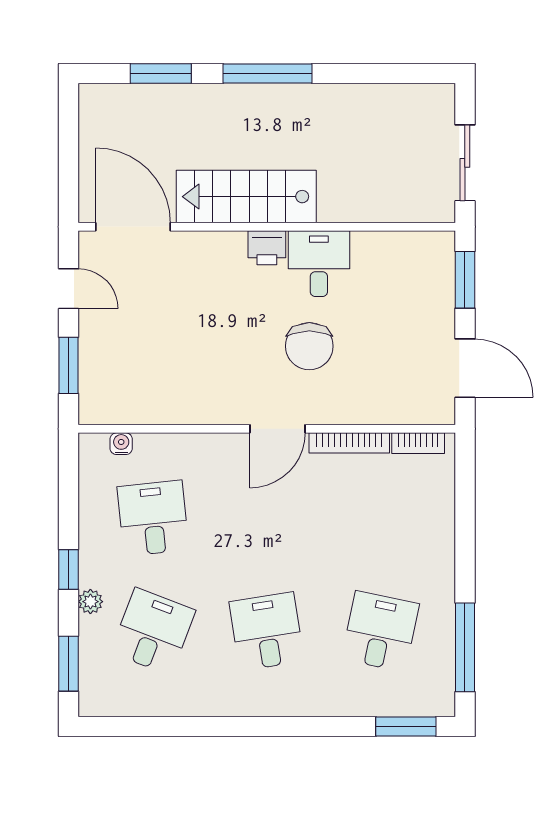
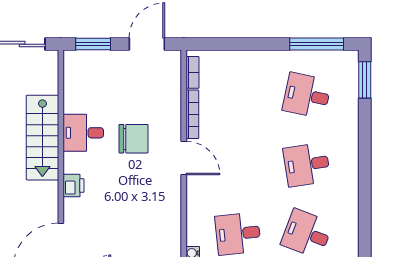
stairs: (246, 197) -> (42, 138), moved
printer: (267, 248) -> (74, 186), moved

